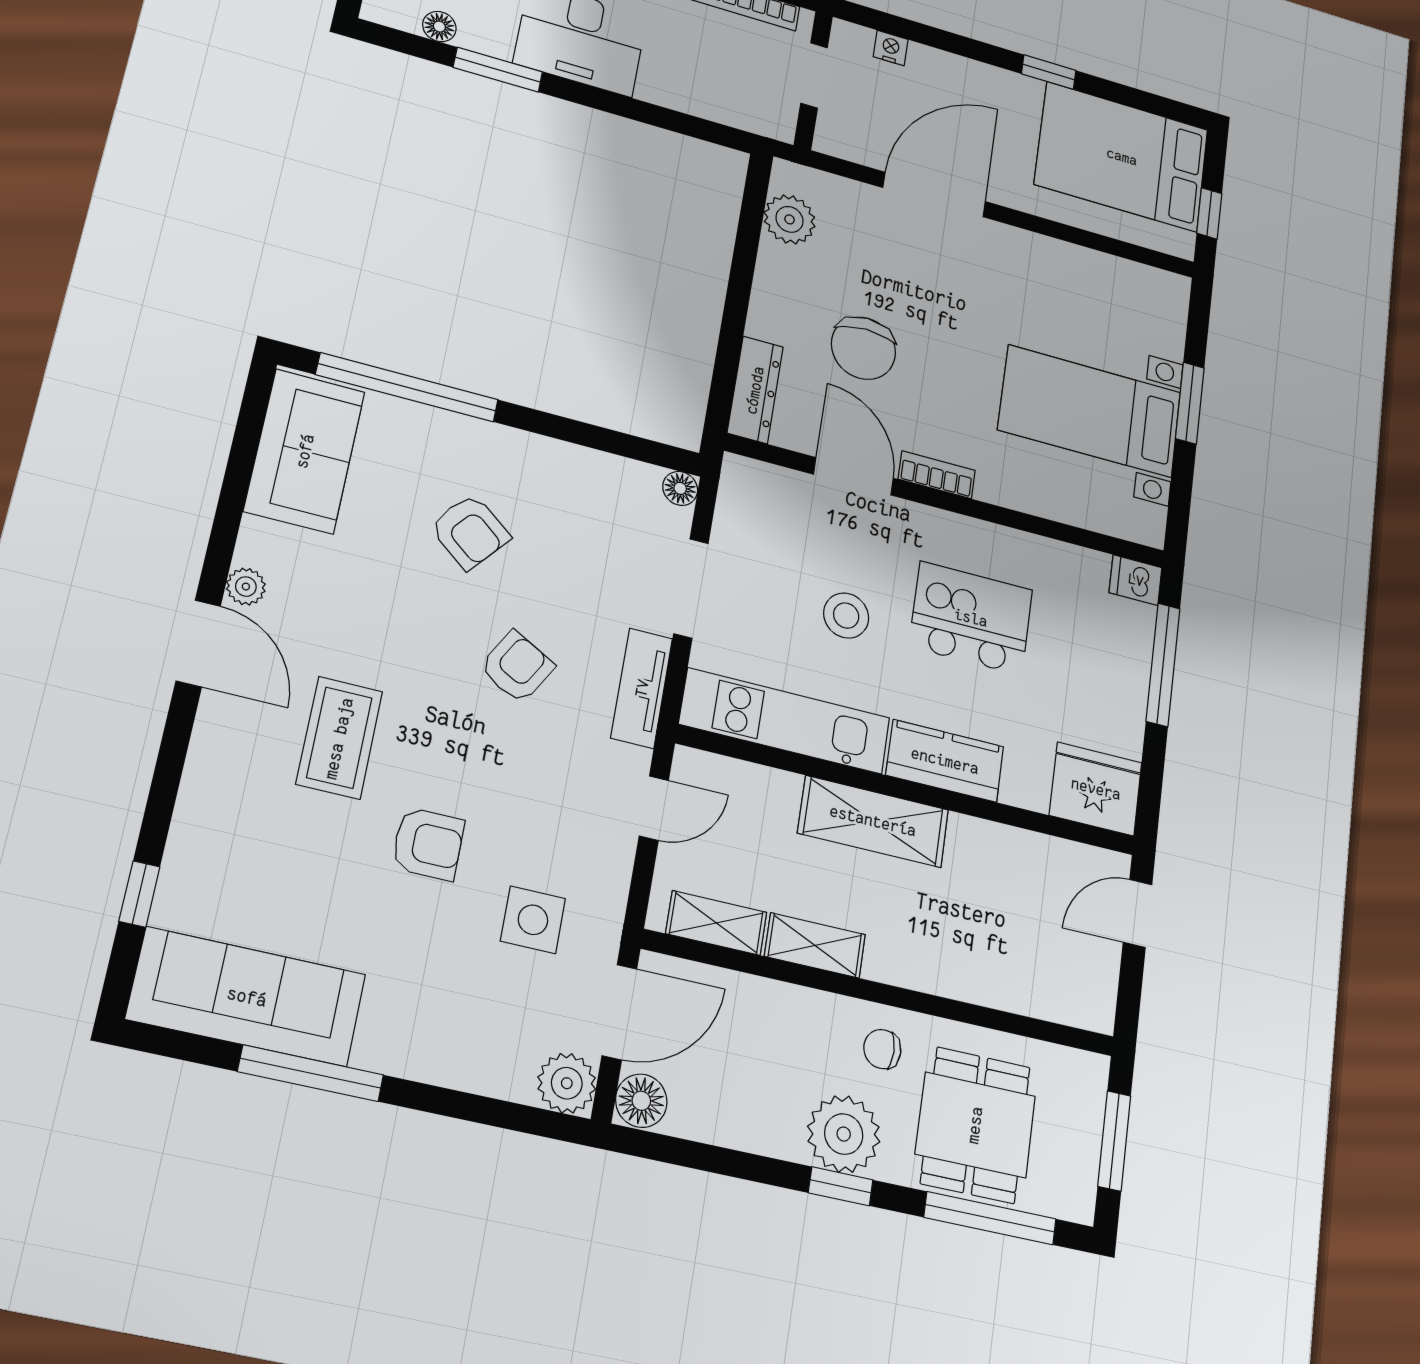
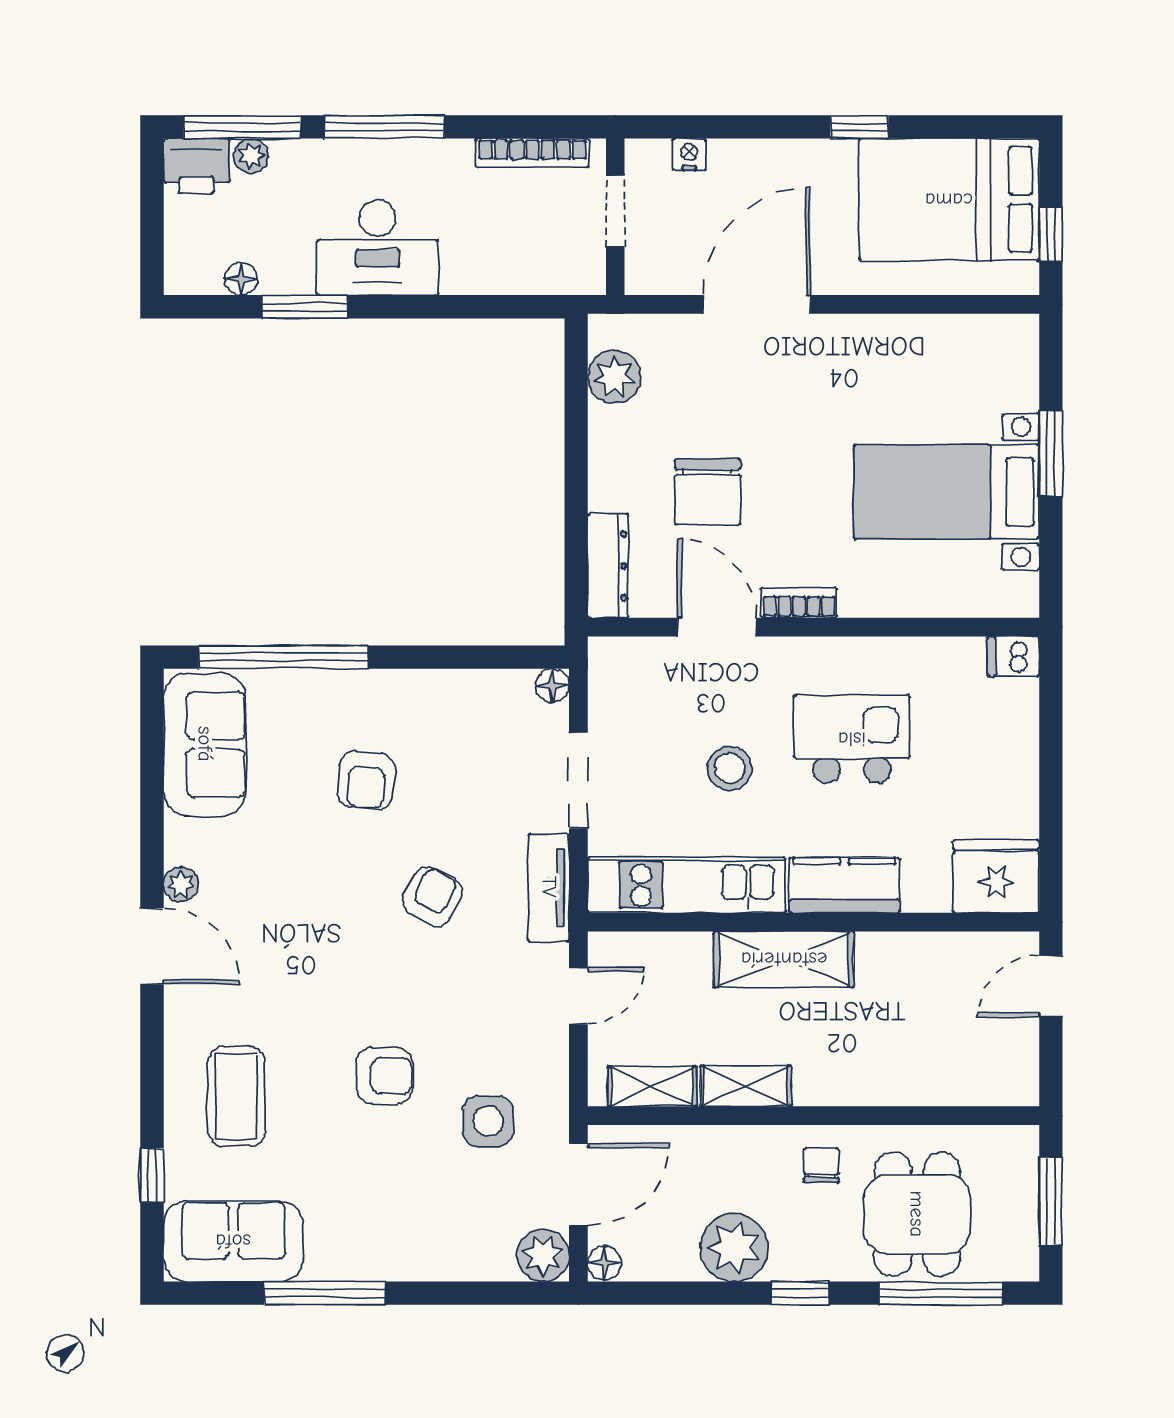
armchair: (470, 532) -> (366, 780), turned 56
window: (1163, 665) -> (1051, 735), removed
coffee table: (339, 738) -> (237, 1096), moved
sofa: (247, 997) -> (233, 1241), width x0.73
chair: (882, 1049) -> (821, 1165), turned 90
floor lamp: (641, 1101) -> (604, 1263), width x0.73, depth x0.73
plant: (844, 1134) -> (734, 1248), moved

